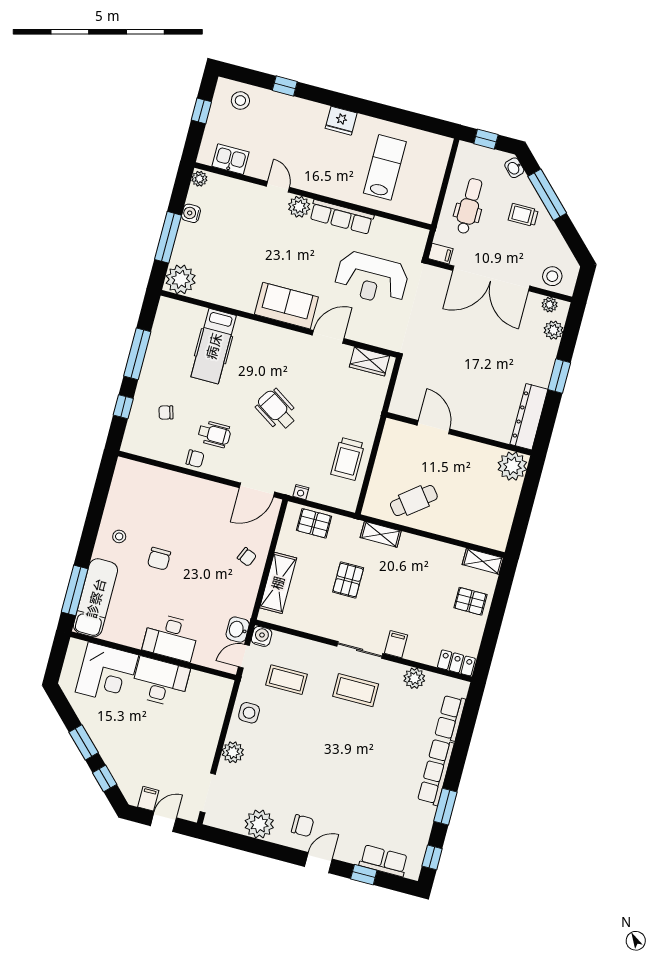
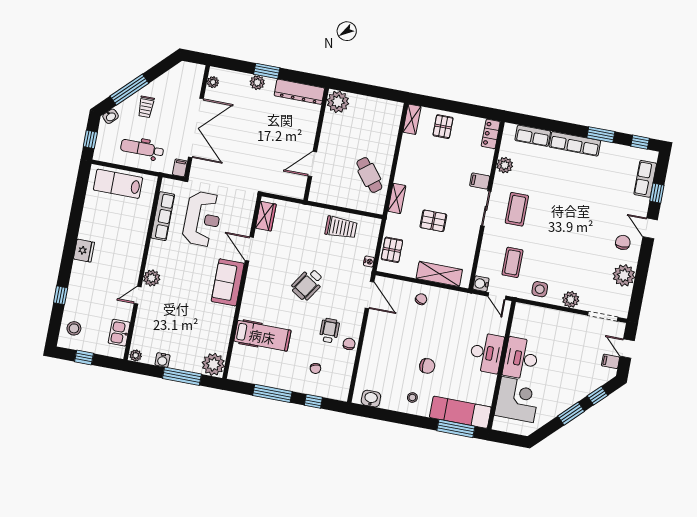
lab bench: (385, 167) -> (118, 184), moved
row of seats: (342, 217) -> (163, 216), moved
stool: (552, 276) -> (191, 82), removed
plant: (553, 330) -> (257, 83), moved
washbasin: (238, 630) -> (371, 399), moved, turned 180

